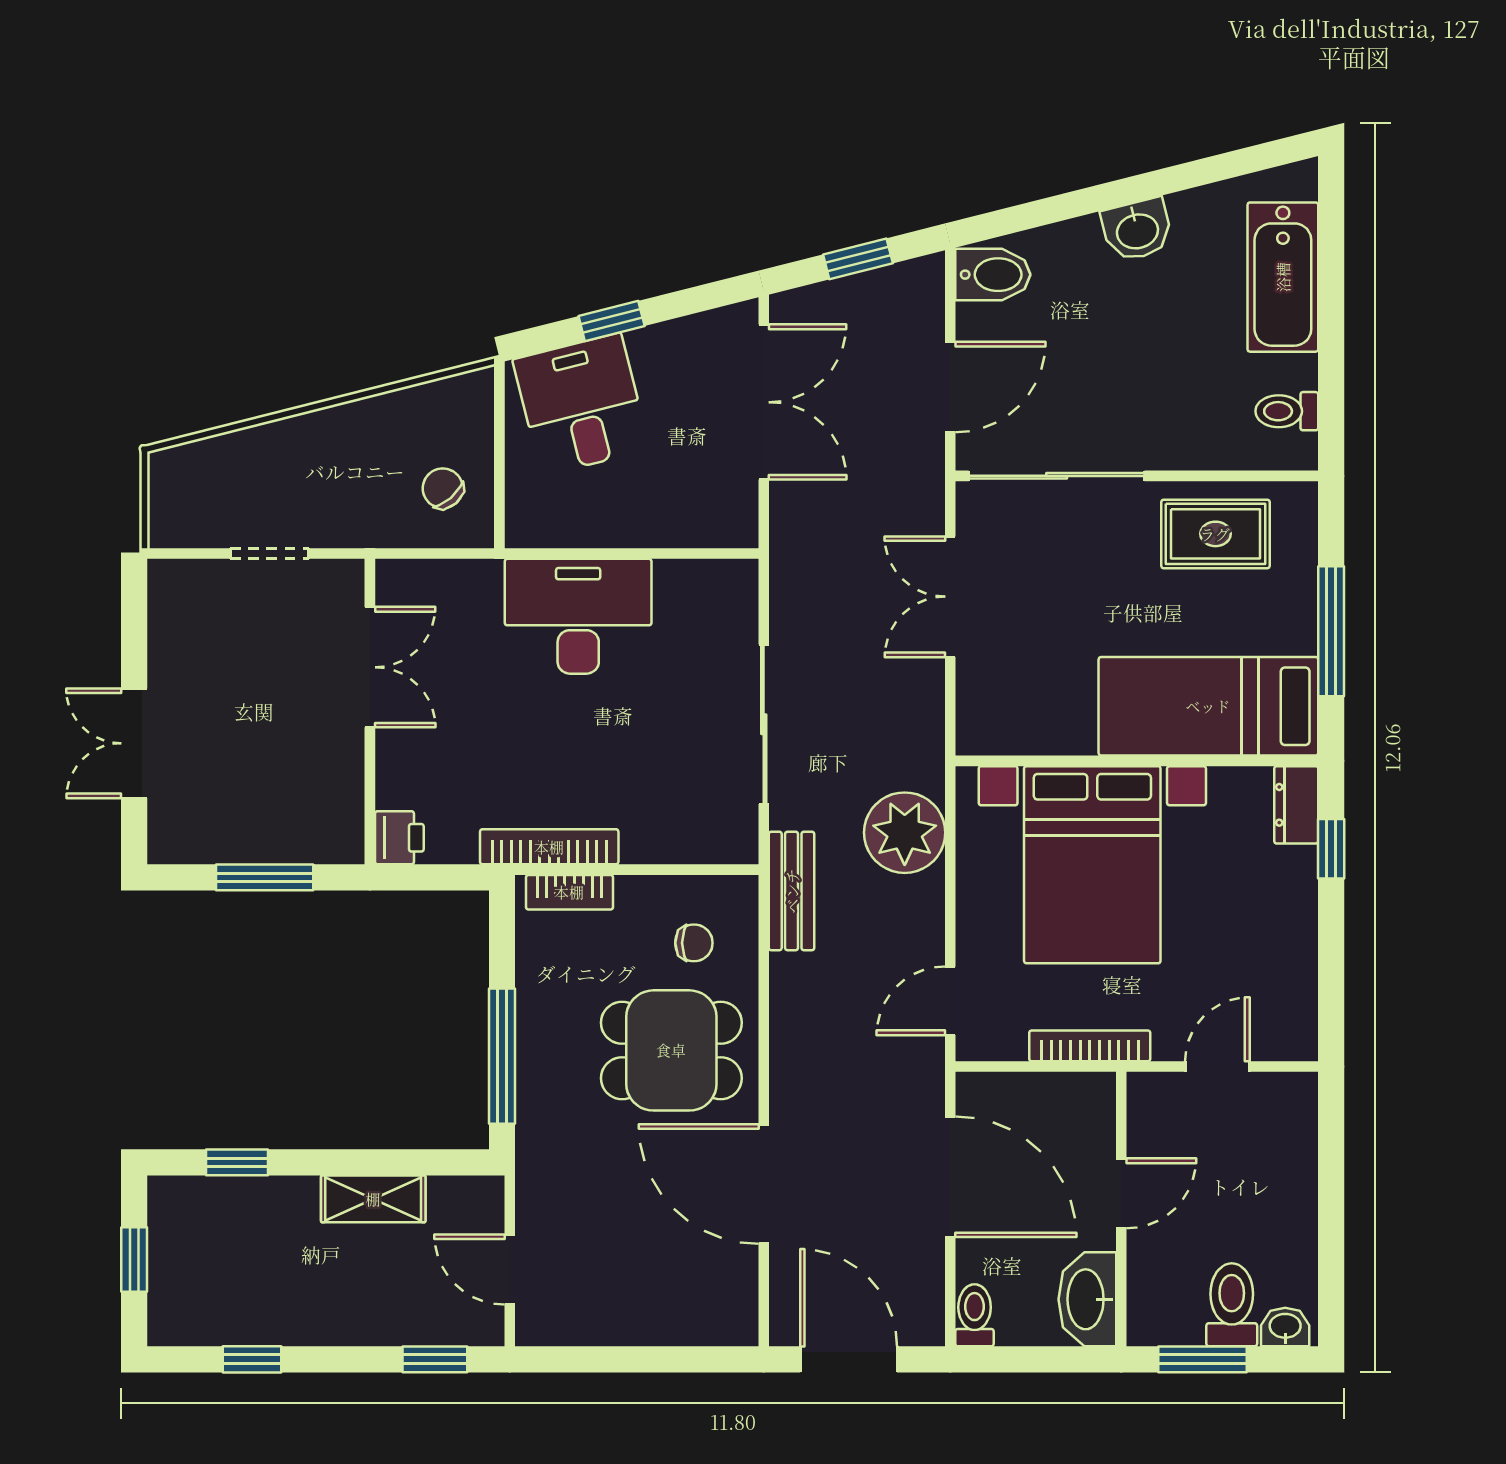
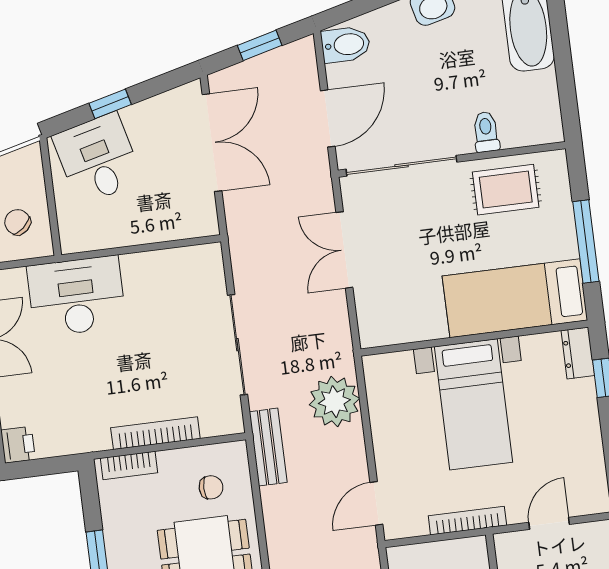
toilet: (1287, 411) -> (486, 132), moved, turned 90
desk: (578, 616) -> (77, 296), moved
bookcase: (549, 847) -> (155, 433), moved
bed with nightstands: (1092, 865) -> (474, 404), width x0.73

